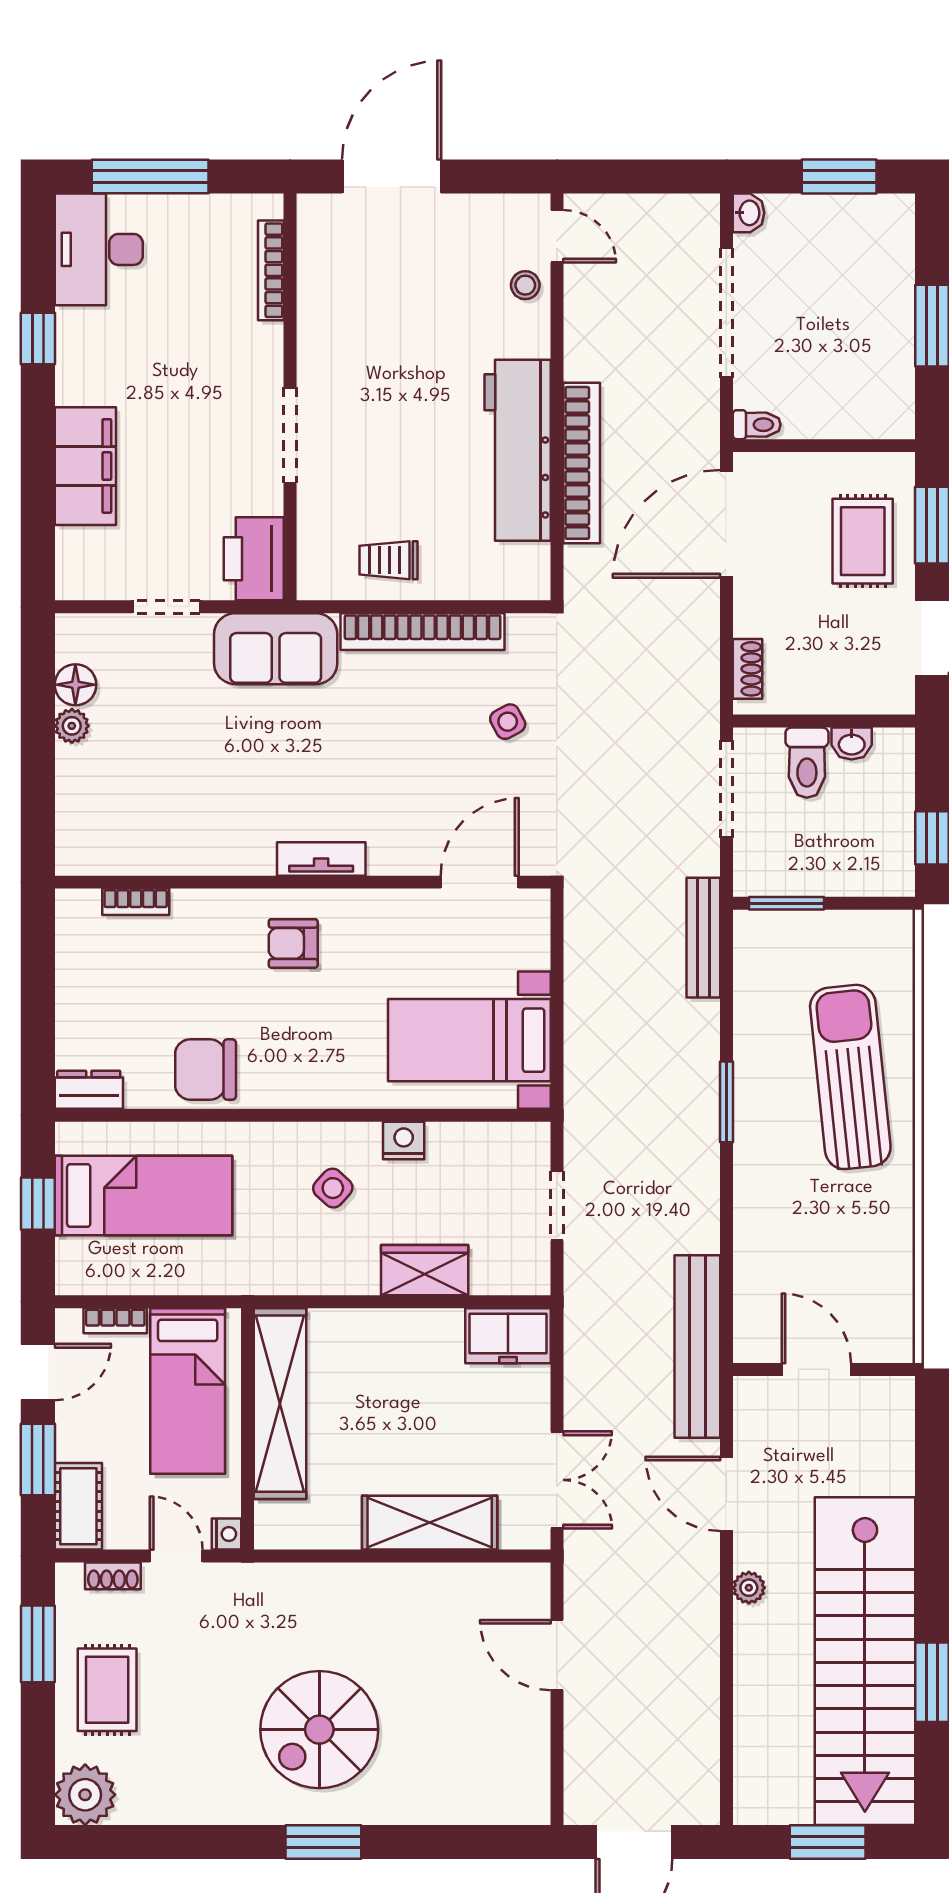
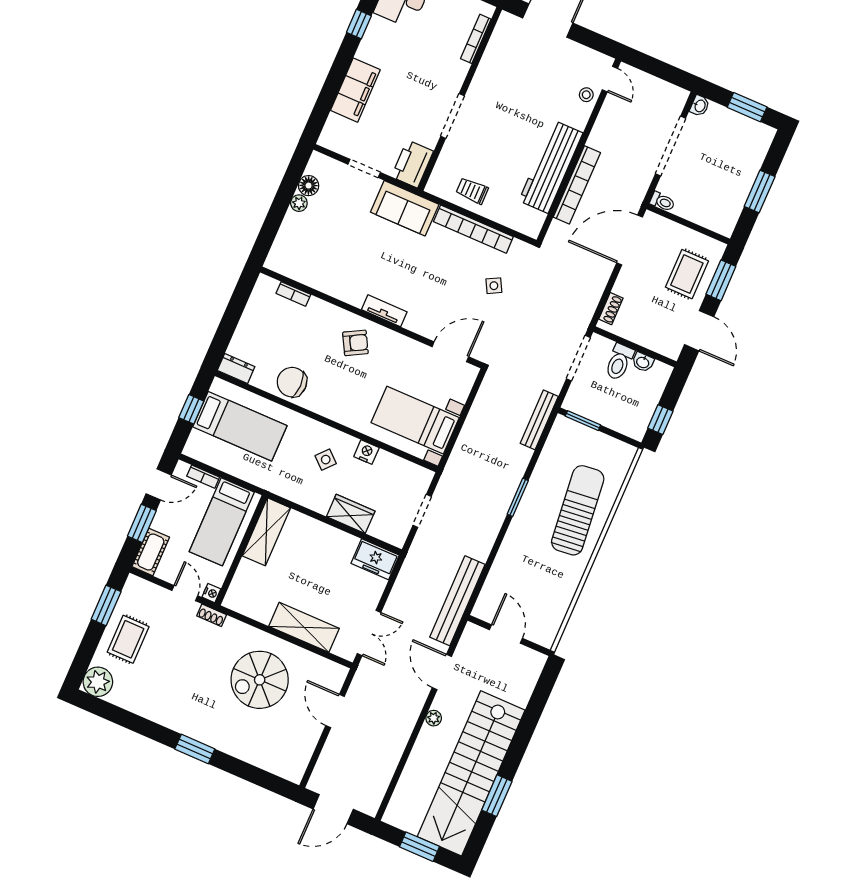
armchair: (293, 943) -> (355, 343), turned 151
shelving: (280, 1404) -> (266, 532), width x0.68
shoe rack: (113, 1576) -> (212, 615), moved
spiral stairs: (319, 1730) -> (260, 680), moved

